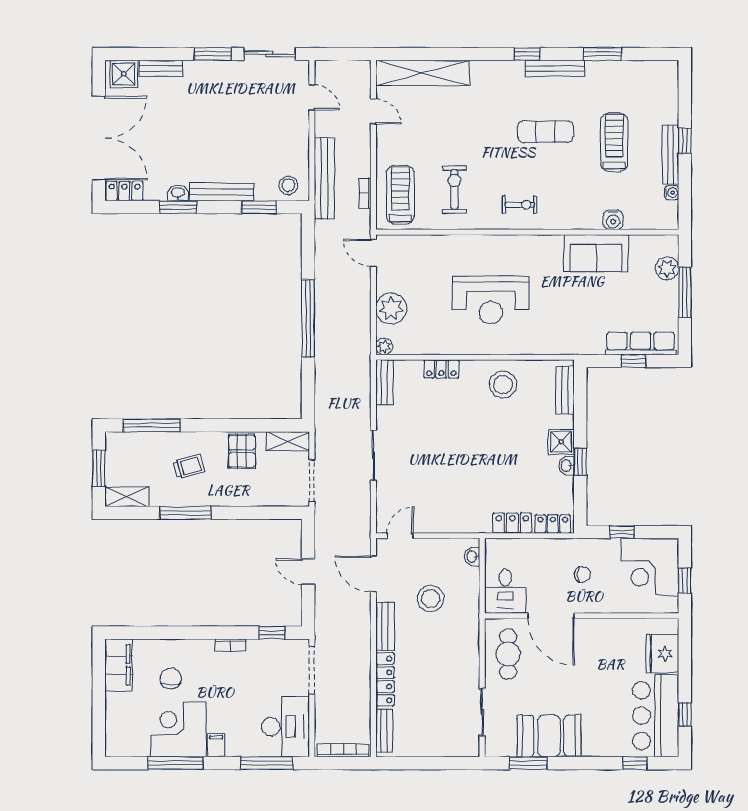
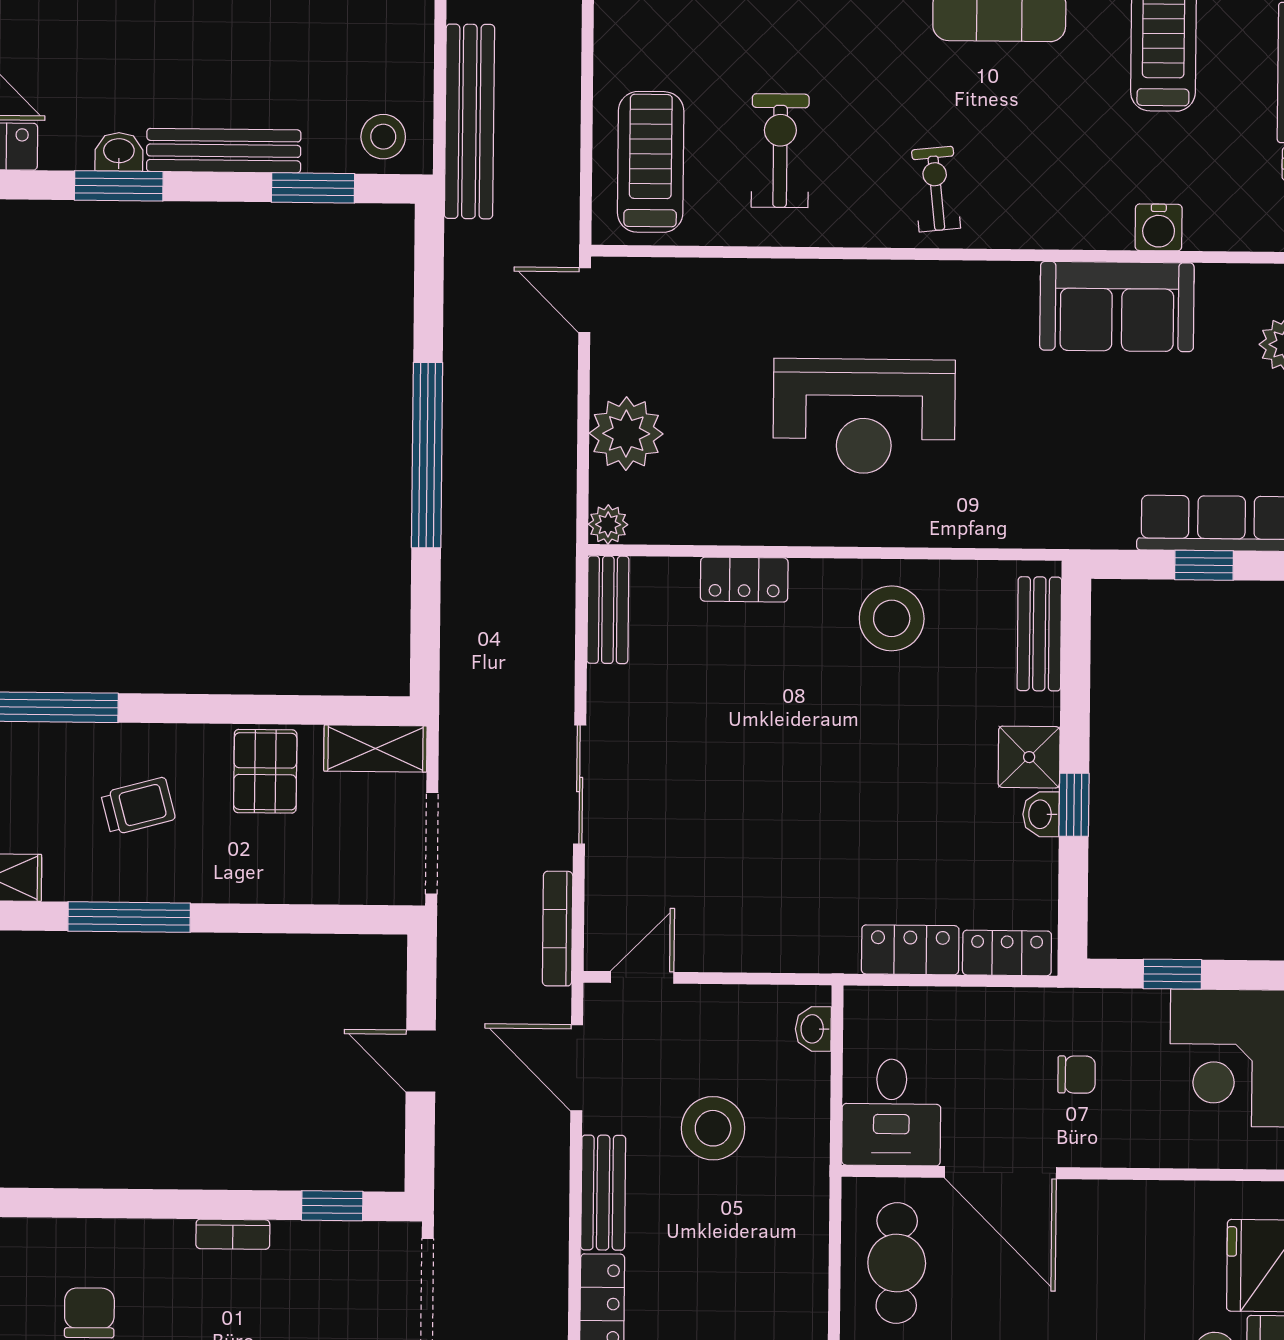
bookcase: (365, 193) -> (558, 929), moved, width x1.56
exercise bike: (520, 205) -> (936, 189), turned -96

